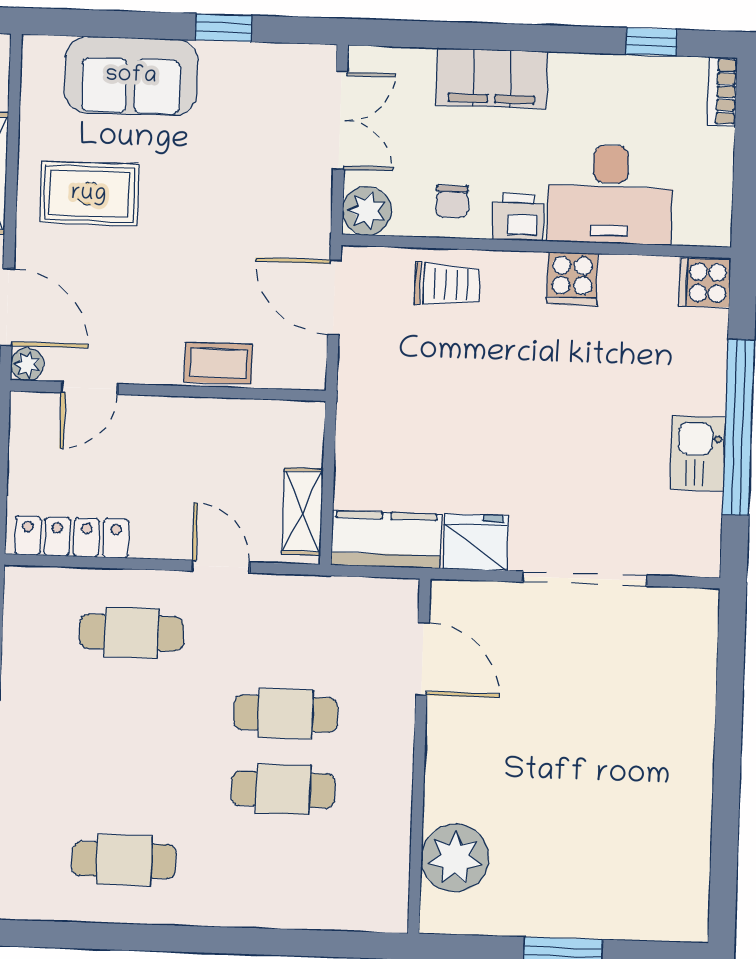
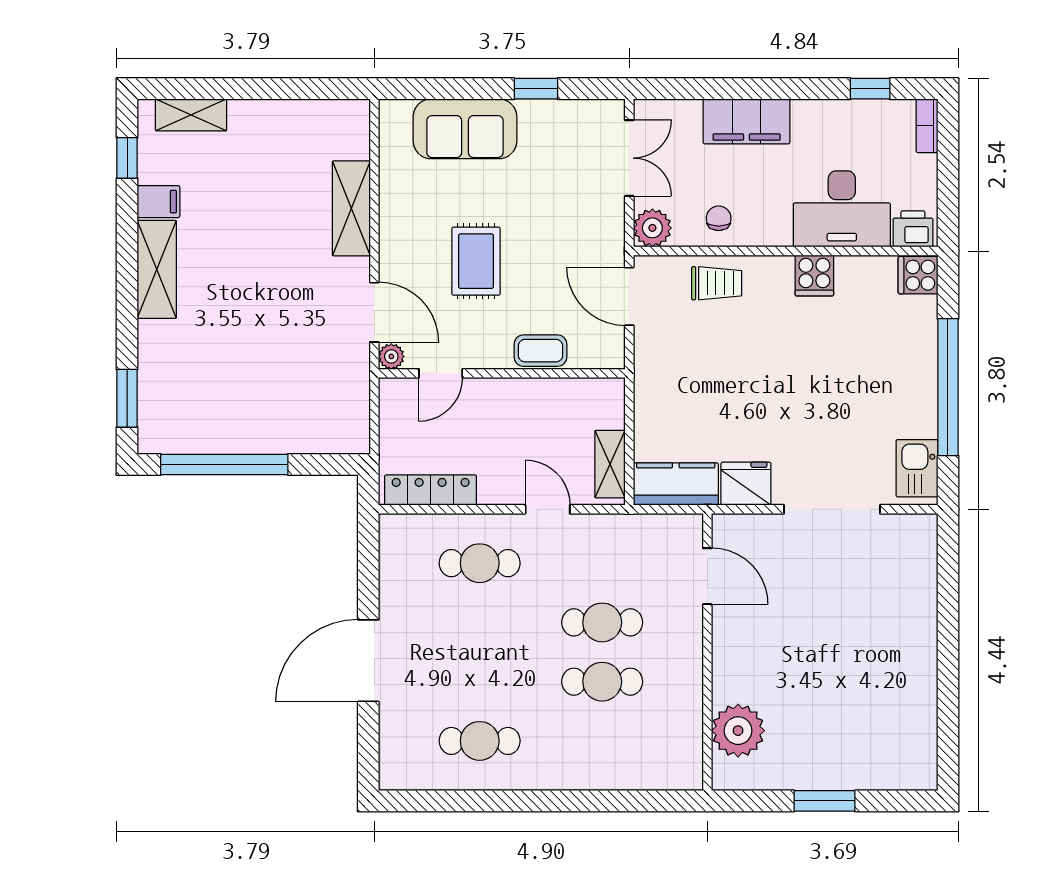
rug: (89, 194) -> (476, 261), moved, turned 90
chair: (452, 201) -> (719, 218), turned 180
printer: (518, 217) -> (913, 229), moved
kitchen sink: (698, 453) -> (917, 468), moved

